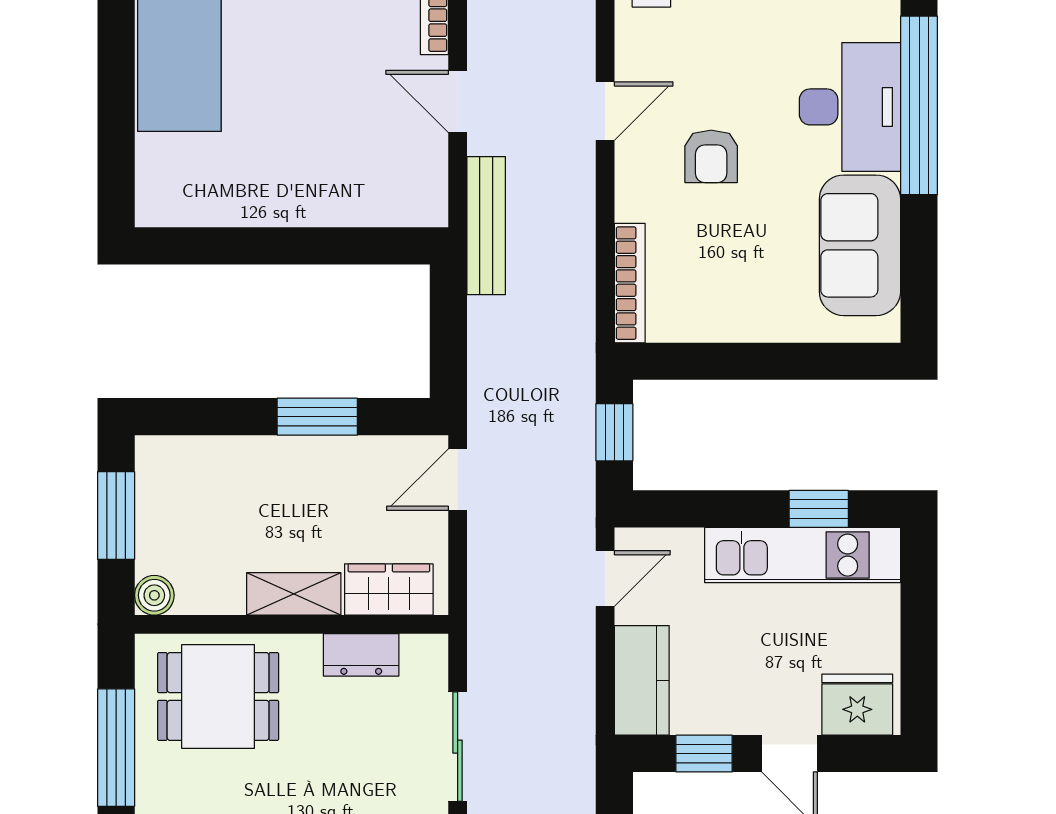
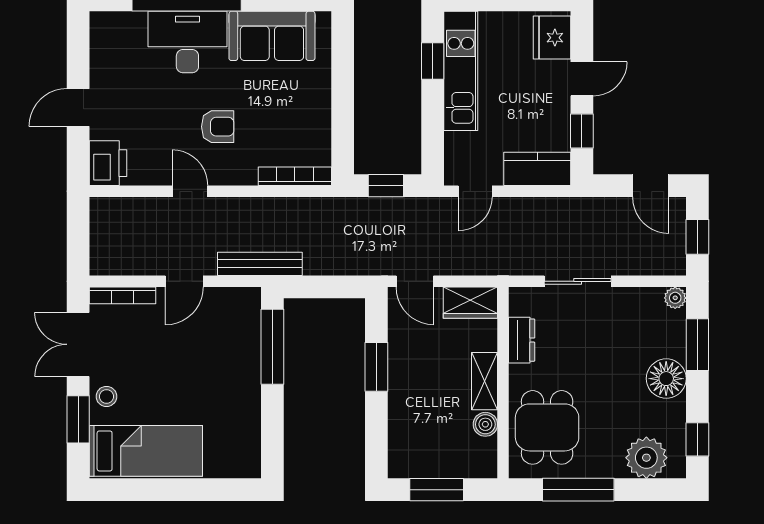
window: (350, 246) -> (272, 347), added
door: (605, 578) -> (475, 191), swing flipped
wardrobe: (389, 589) -> (470, 303), moved, turned -90
boiler: (154, 595) -> (485, 424), moved

